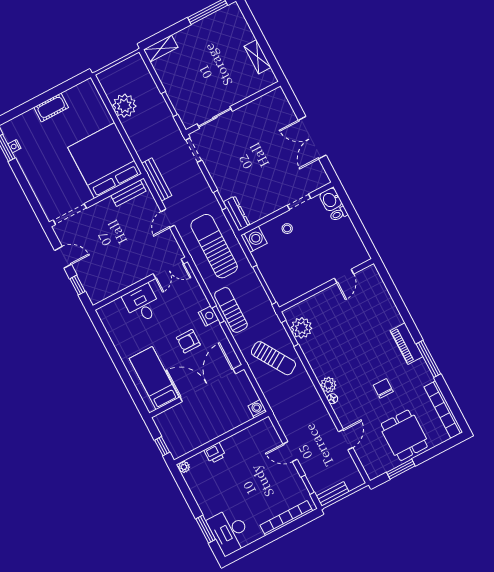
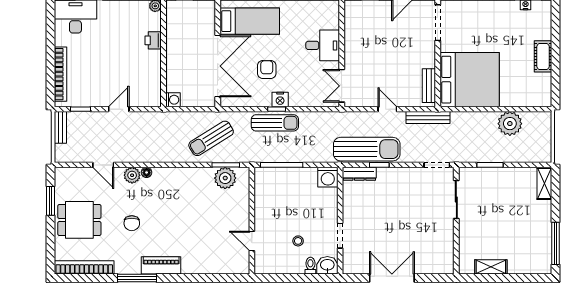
stool: (287, 229) -> (298, 241), moved
sun lounger: (214, 246) -> (367, 149), moved
plant: (328, 385) -> (132, 175), moved
chair: (383, 388) -> (132, 223), turned 90

